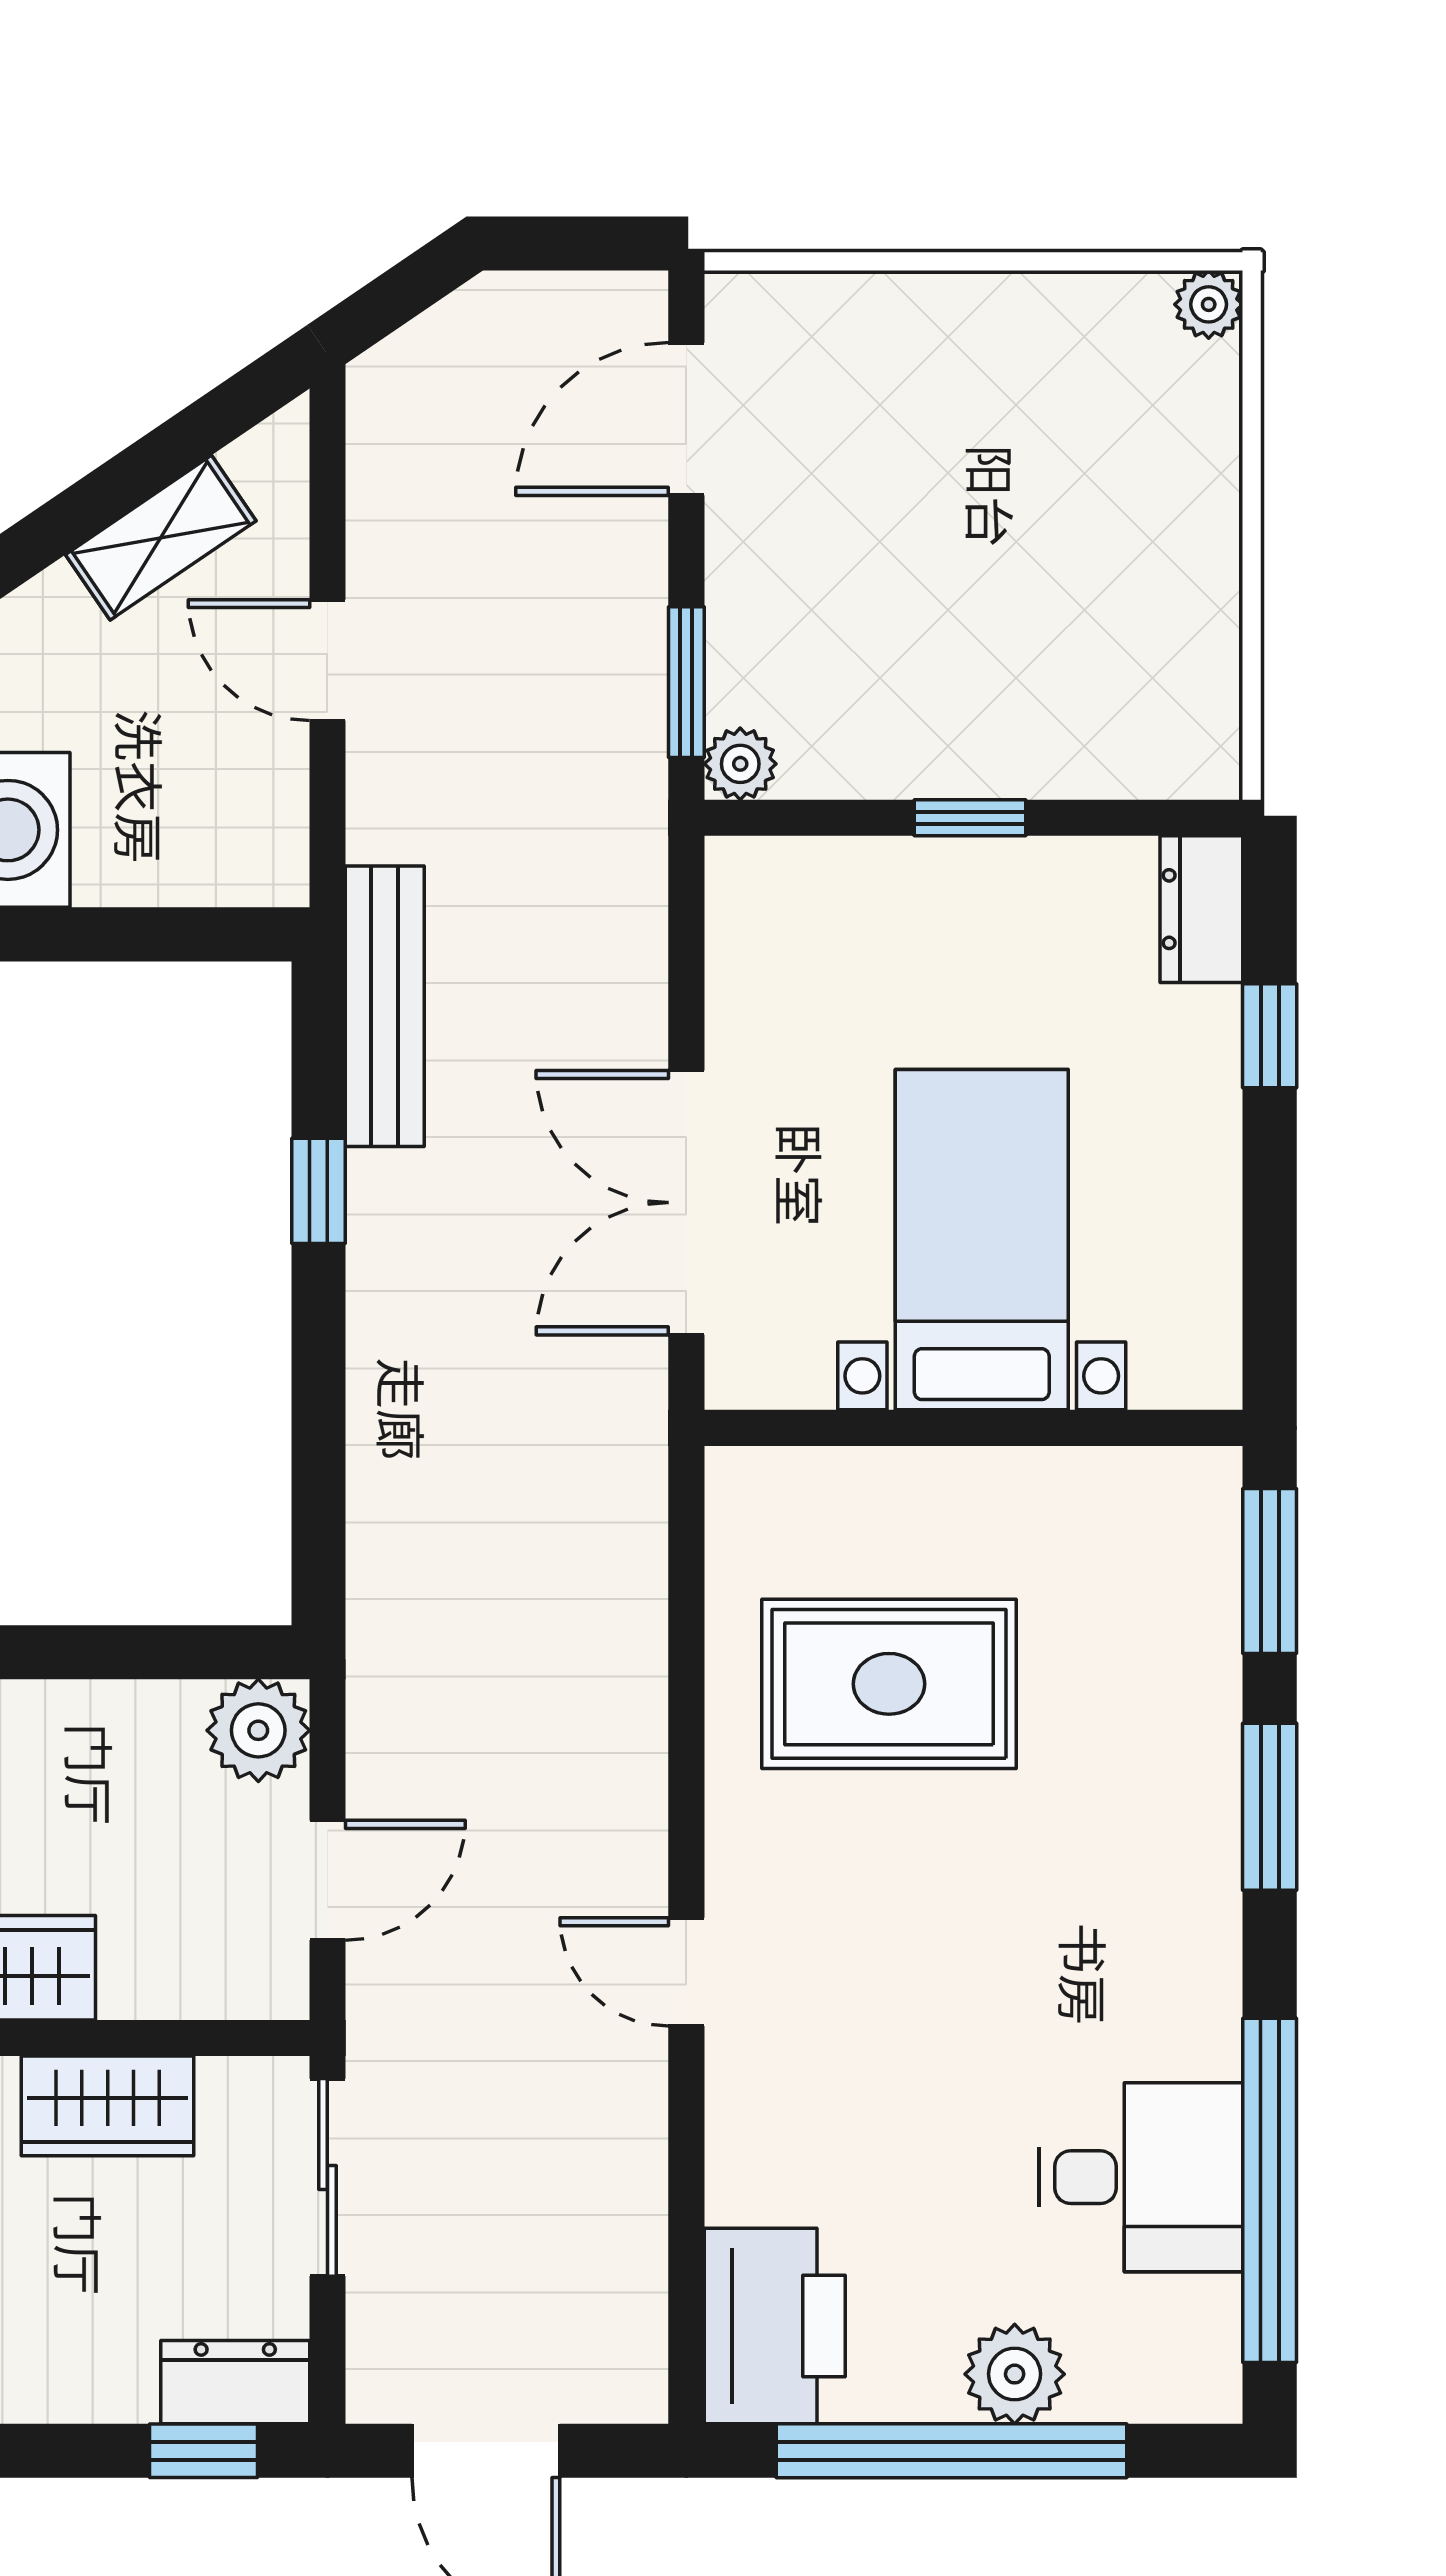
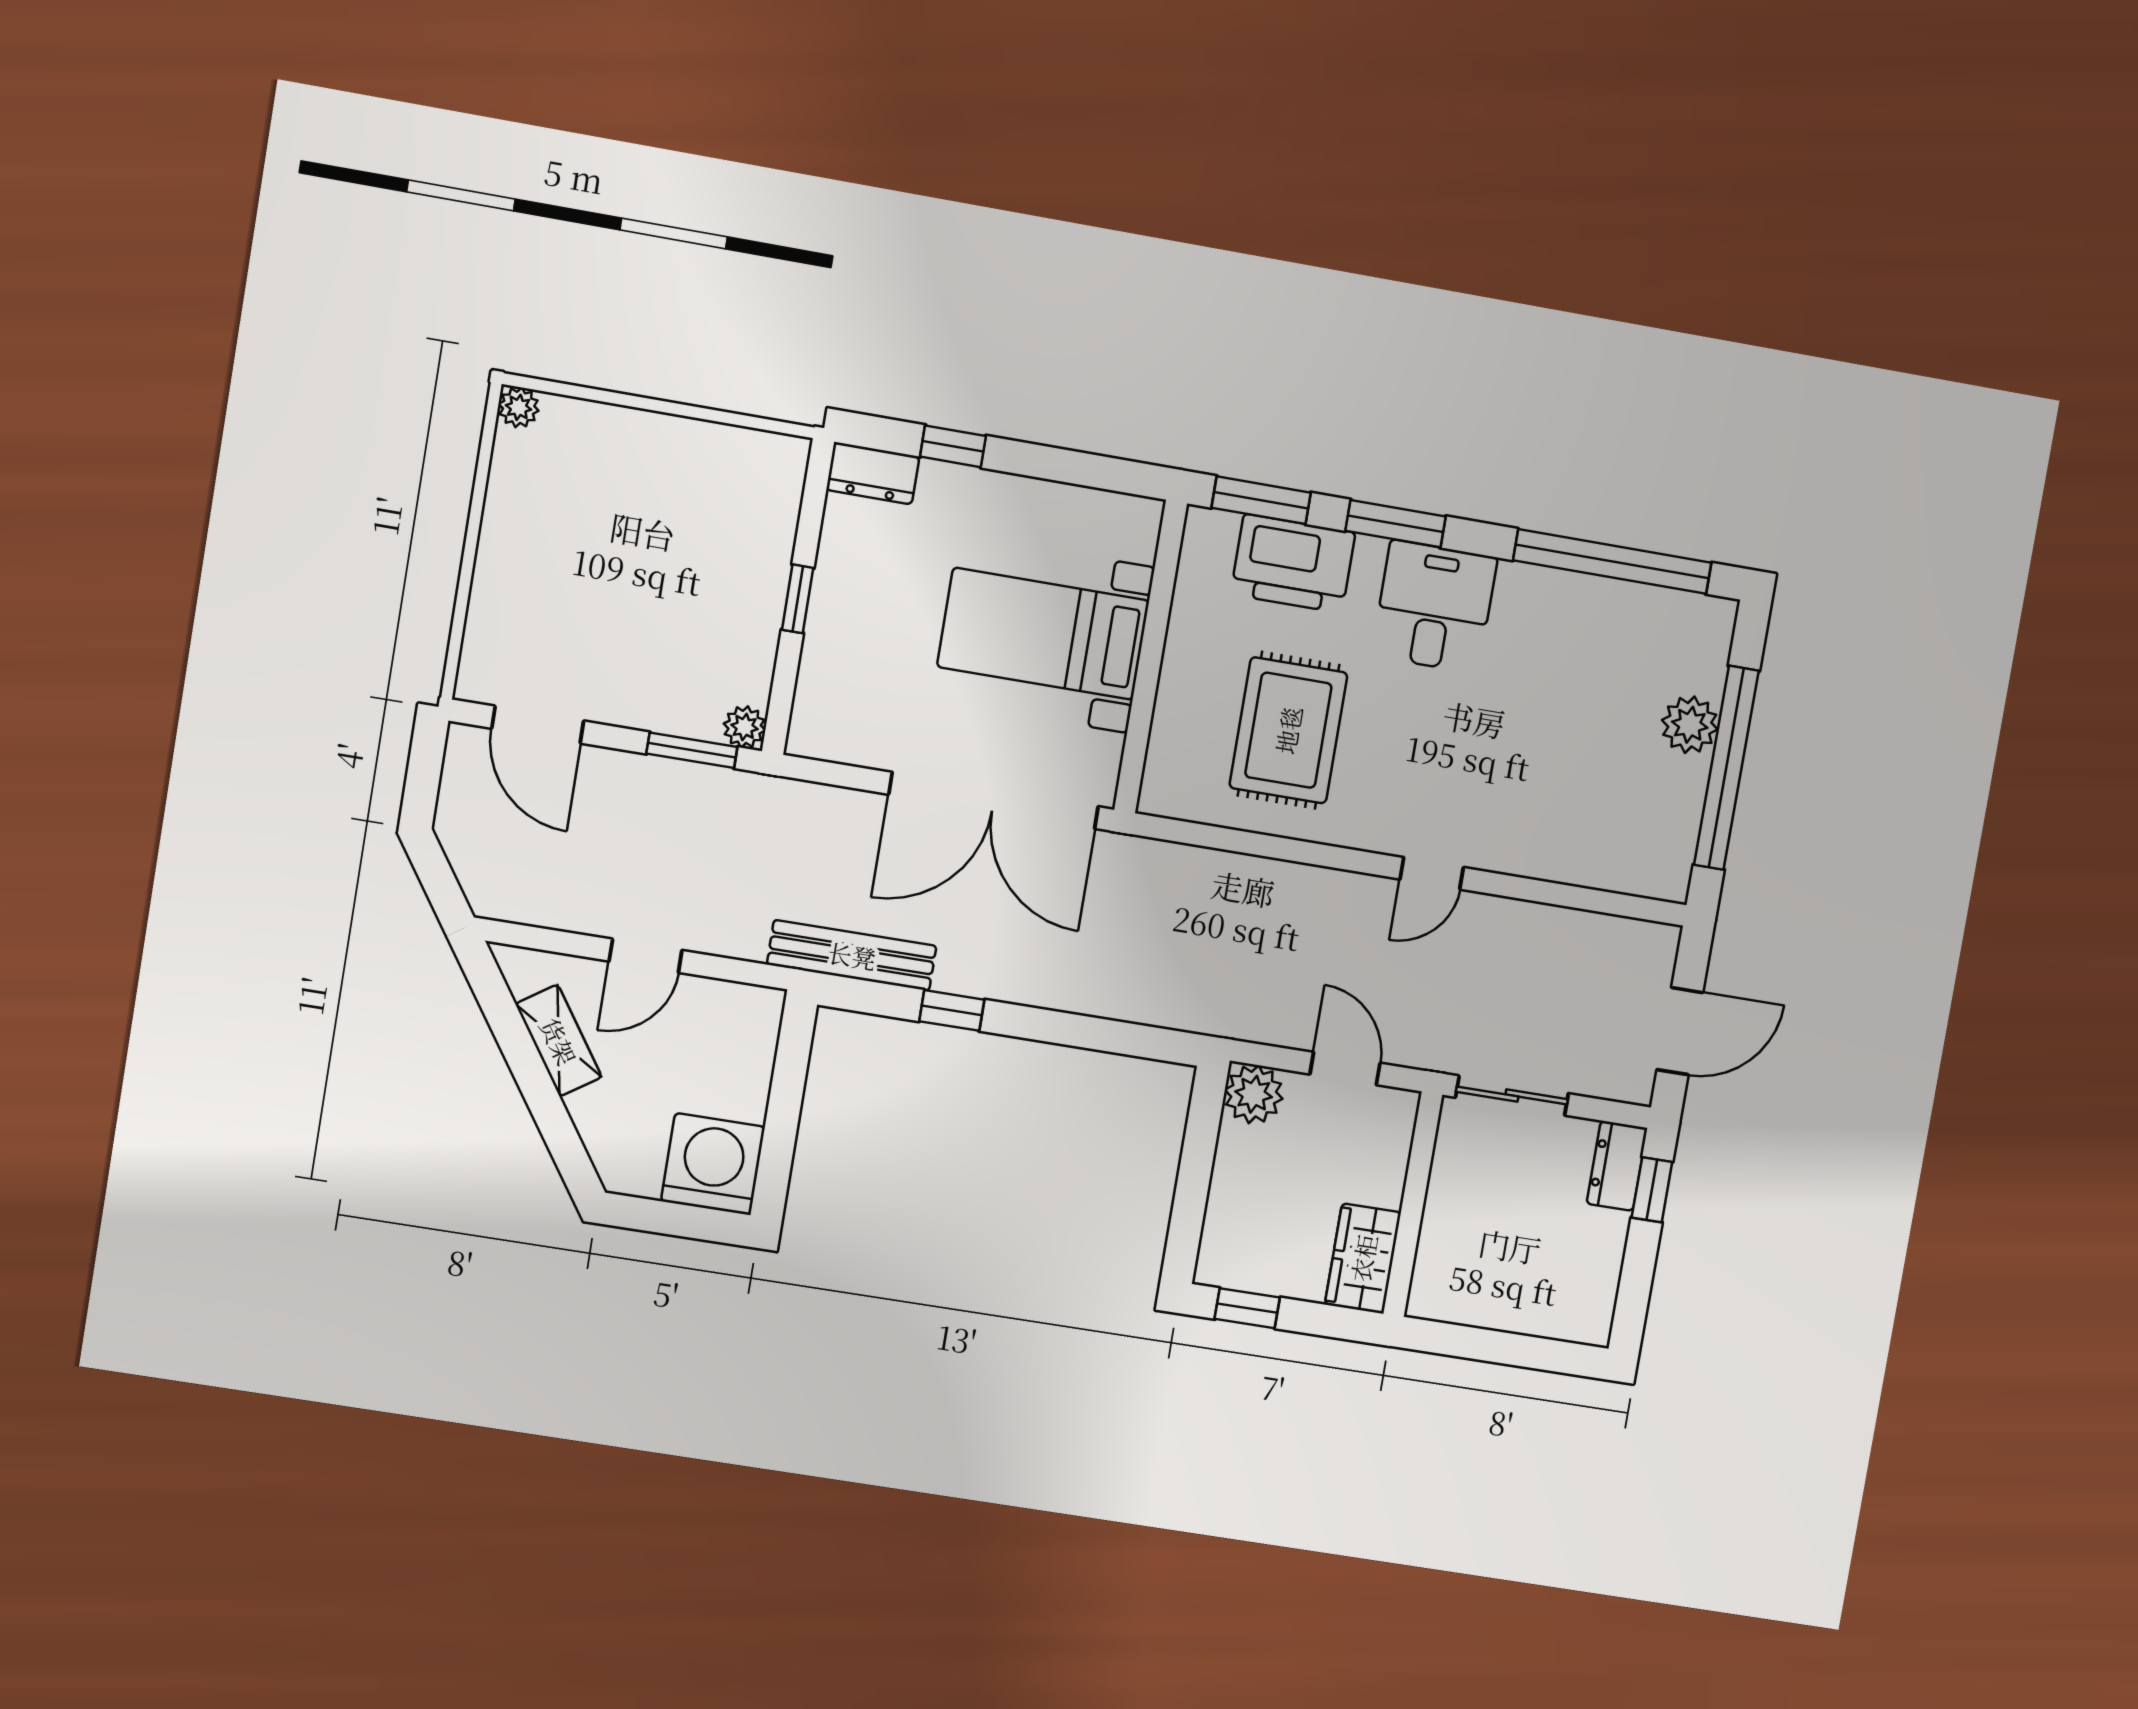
double door: (686, 1203) -> (994, 800), width x1.36
wardrobe: (108, 2106) -> (1450, 1213), removed
desk: (1141, 2177) -> (1434, 607), moved
printer: (775, 2326) -> (1293, 563), moved, turned 180

